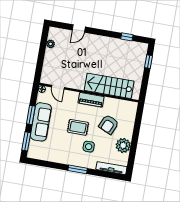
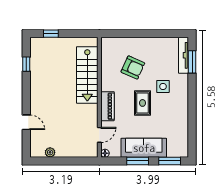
piano: (91, 100) -> (107, 106), moved
plant: (123, 145) -> (155, 46), removed
window: (78, 169) -> (192, 62), moved

